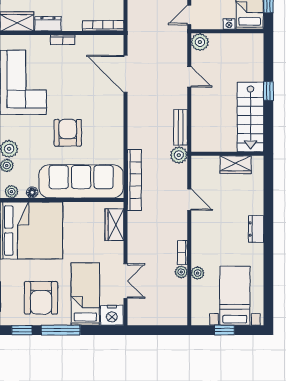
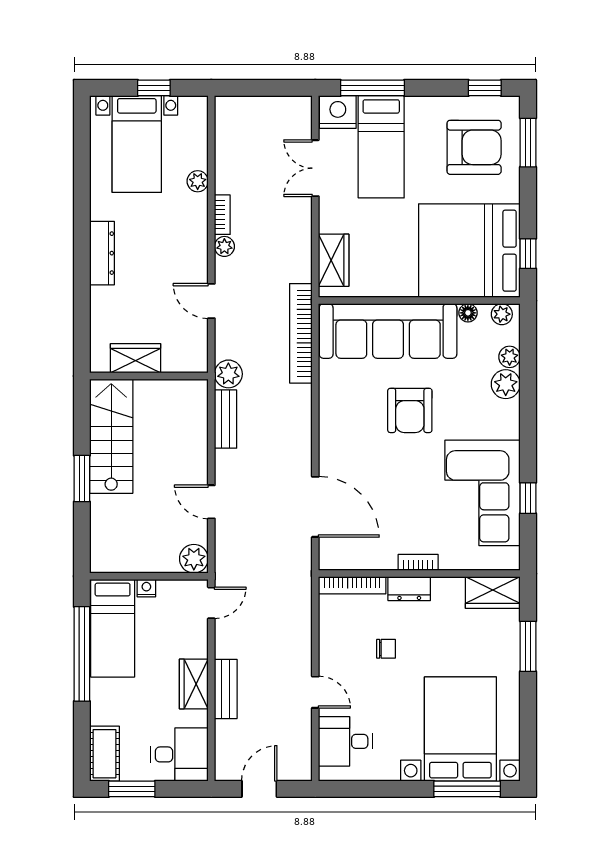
dresser: (48, 24) -> (409, 589), moved
window: (268, 91) -> (82, 479), width x1.50
dresser: (256, 229) -> (102, 253), width x1.44
plant: (181, 272) -> (224, 246), moved
armchair: (41, 298) -> (474, 147), moved, turned 90
window: (61, 330) -> (372, 88), moved

